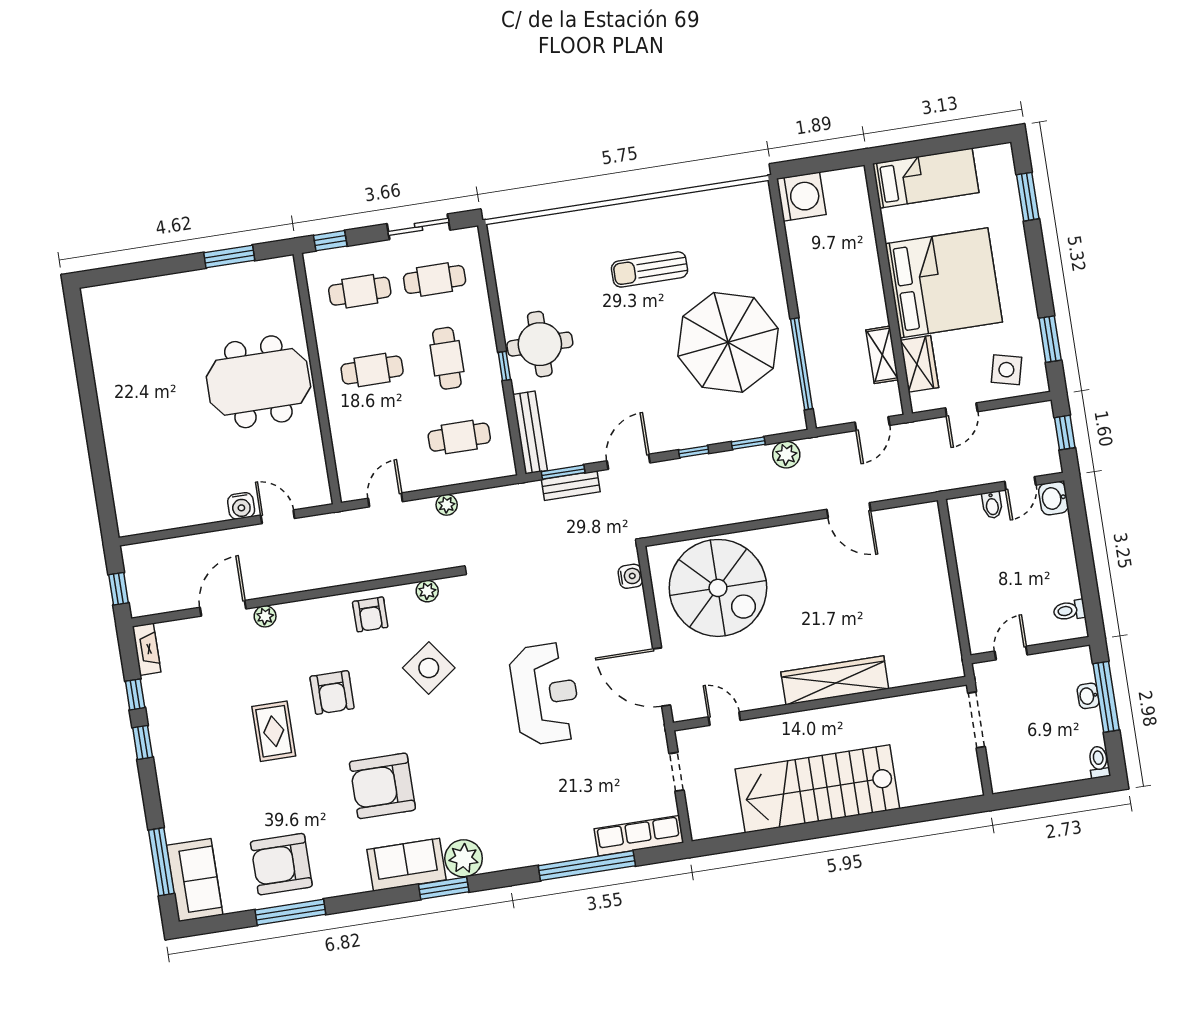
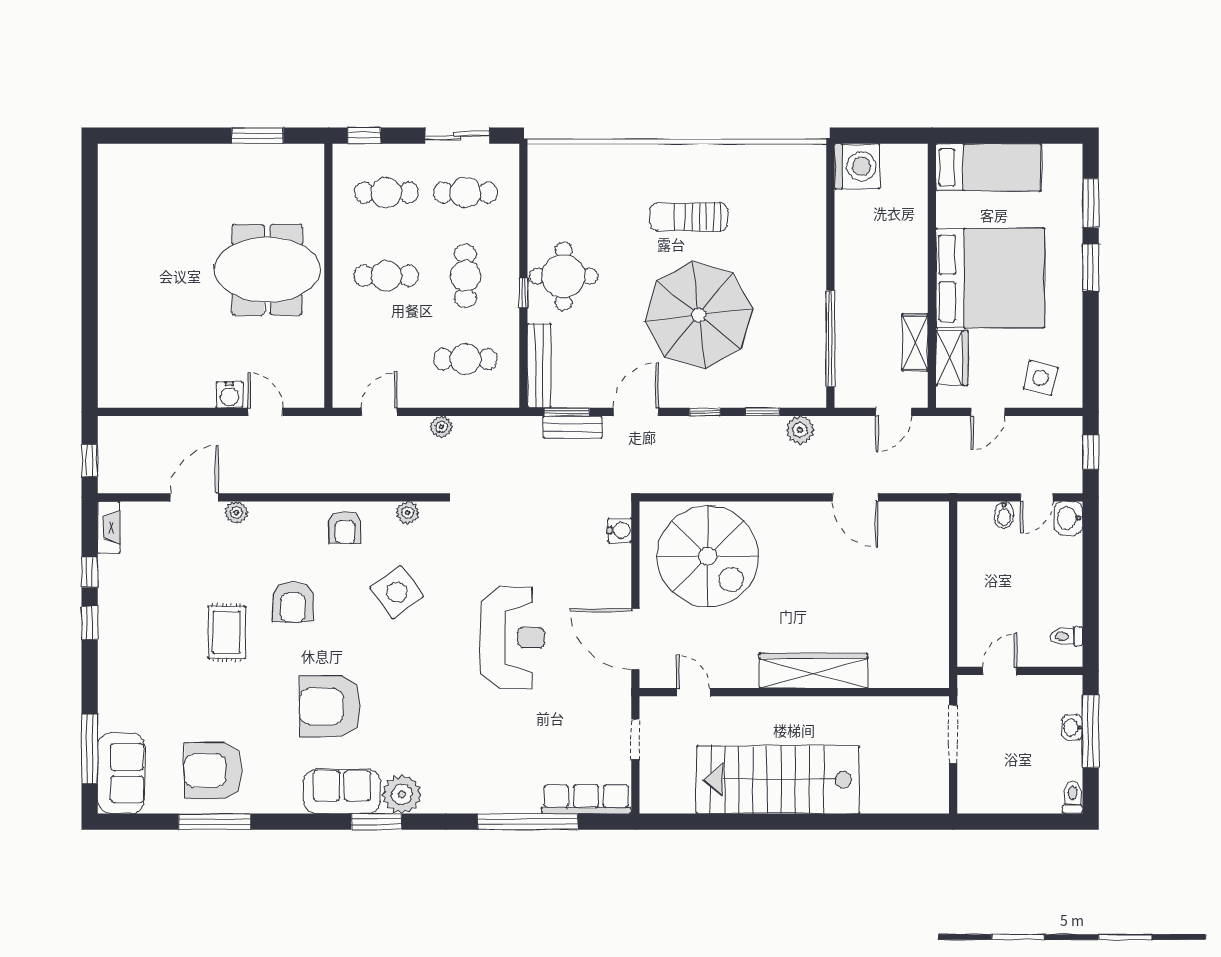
window: (1050, 339) -> (1091, 268), moved
parasol: (728, 342) -> (699, 315), moved

